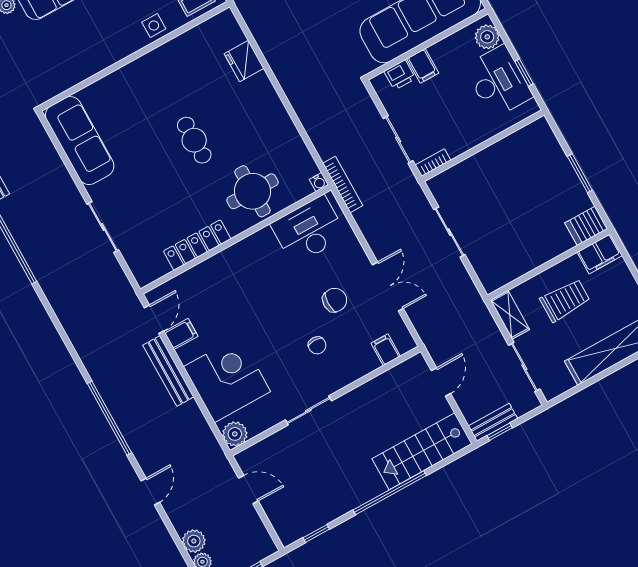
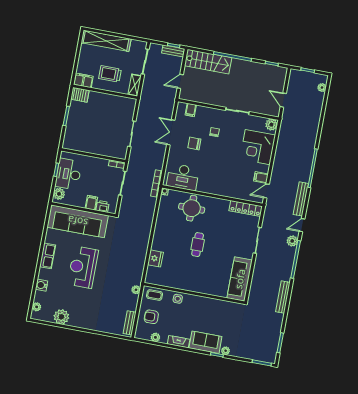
locker: (197, 245) -> (246, 208), moved
bench: (168, 371) -> (301, 199), moved
door: (150, 492) -> (302, 225), moved
plant: (194, 541) -> (292, 241), moved

